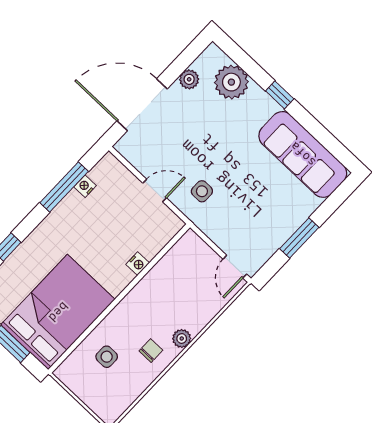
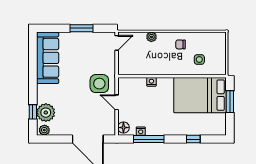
plant: (189, 79) -> (44, 130), moved
window: (280, 95) -> (33, 112), moved
floor lamp: (112, 168) -> (123, 128), added
side table: (202, 191) -> (99, 84), width x1.87, depth x1.87
plant: (182, 339) -> (151, 37), moved

